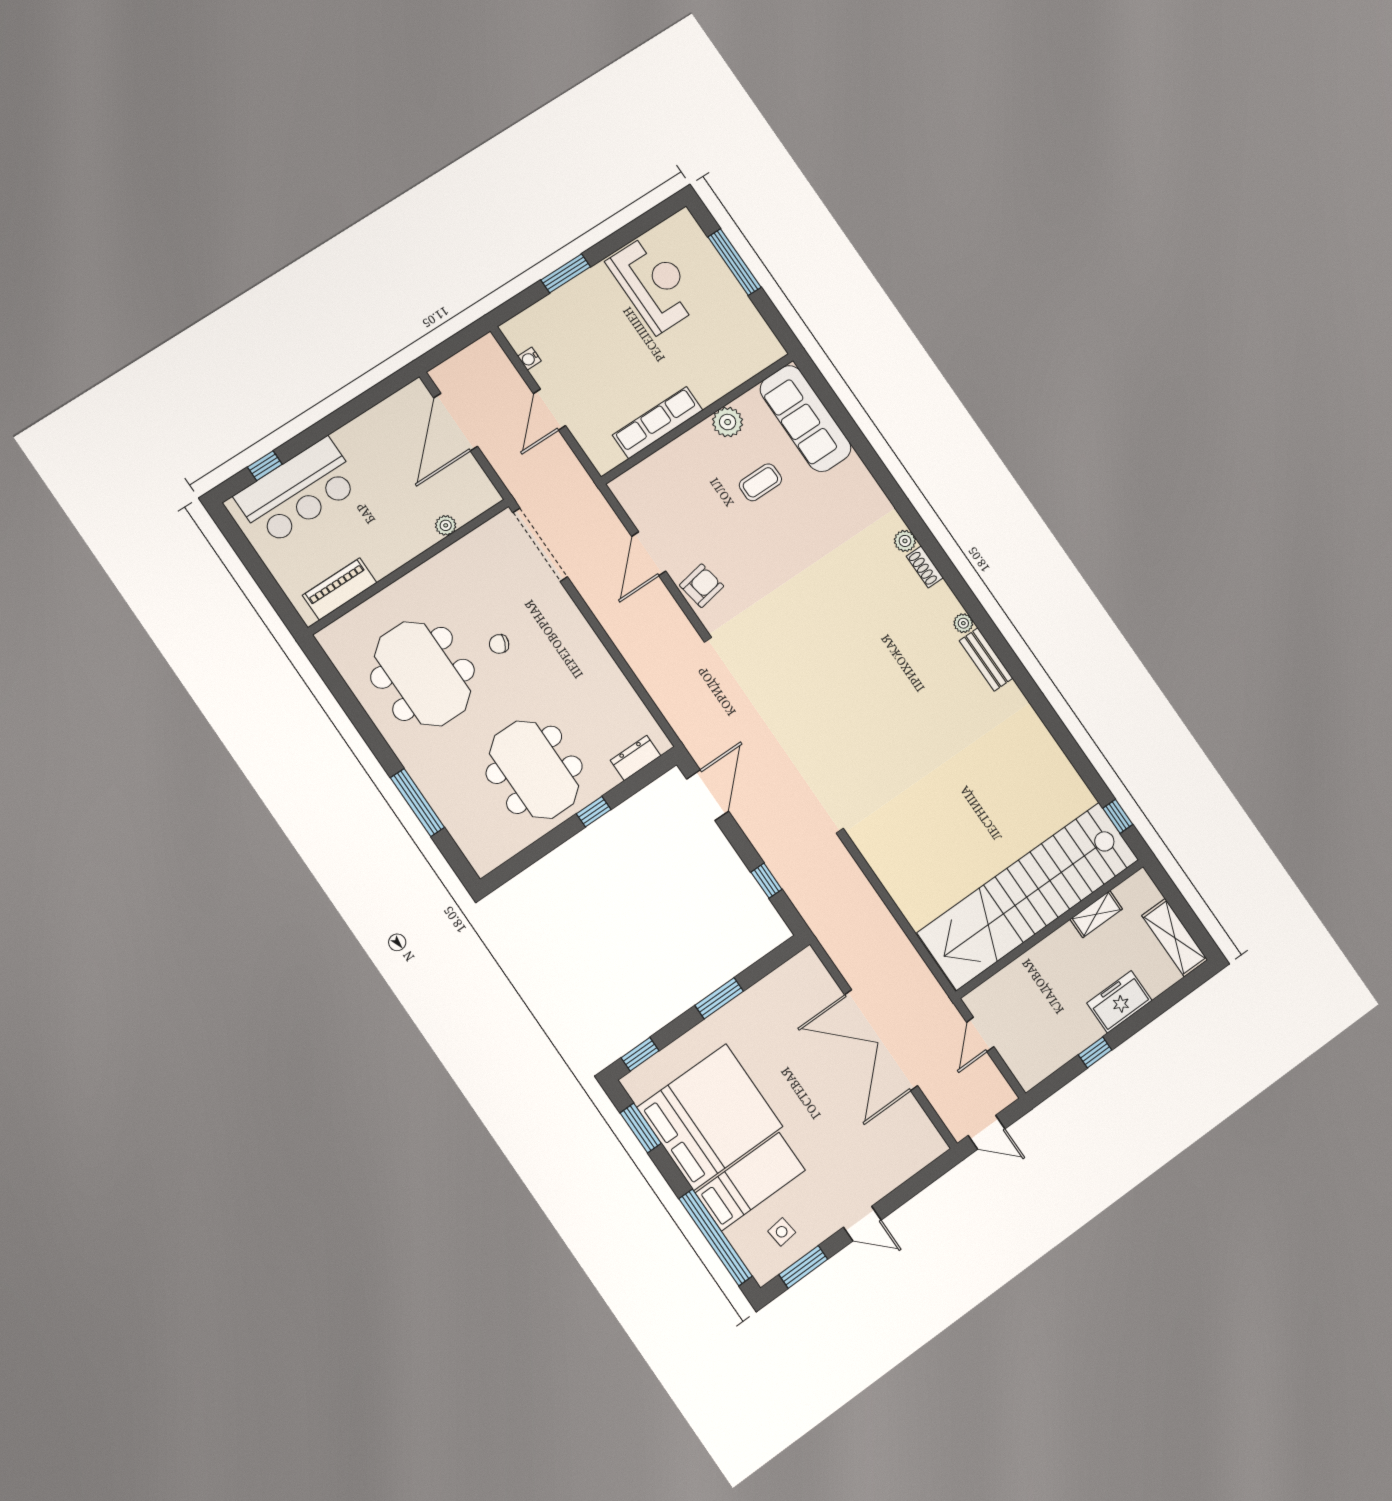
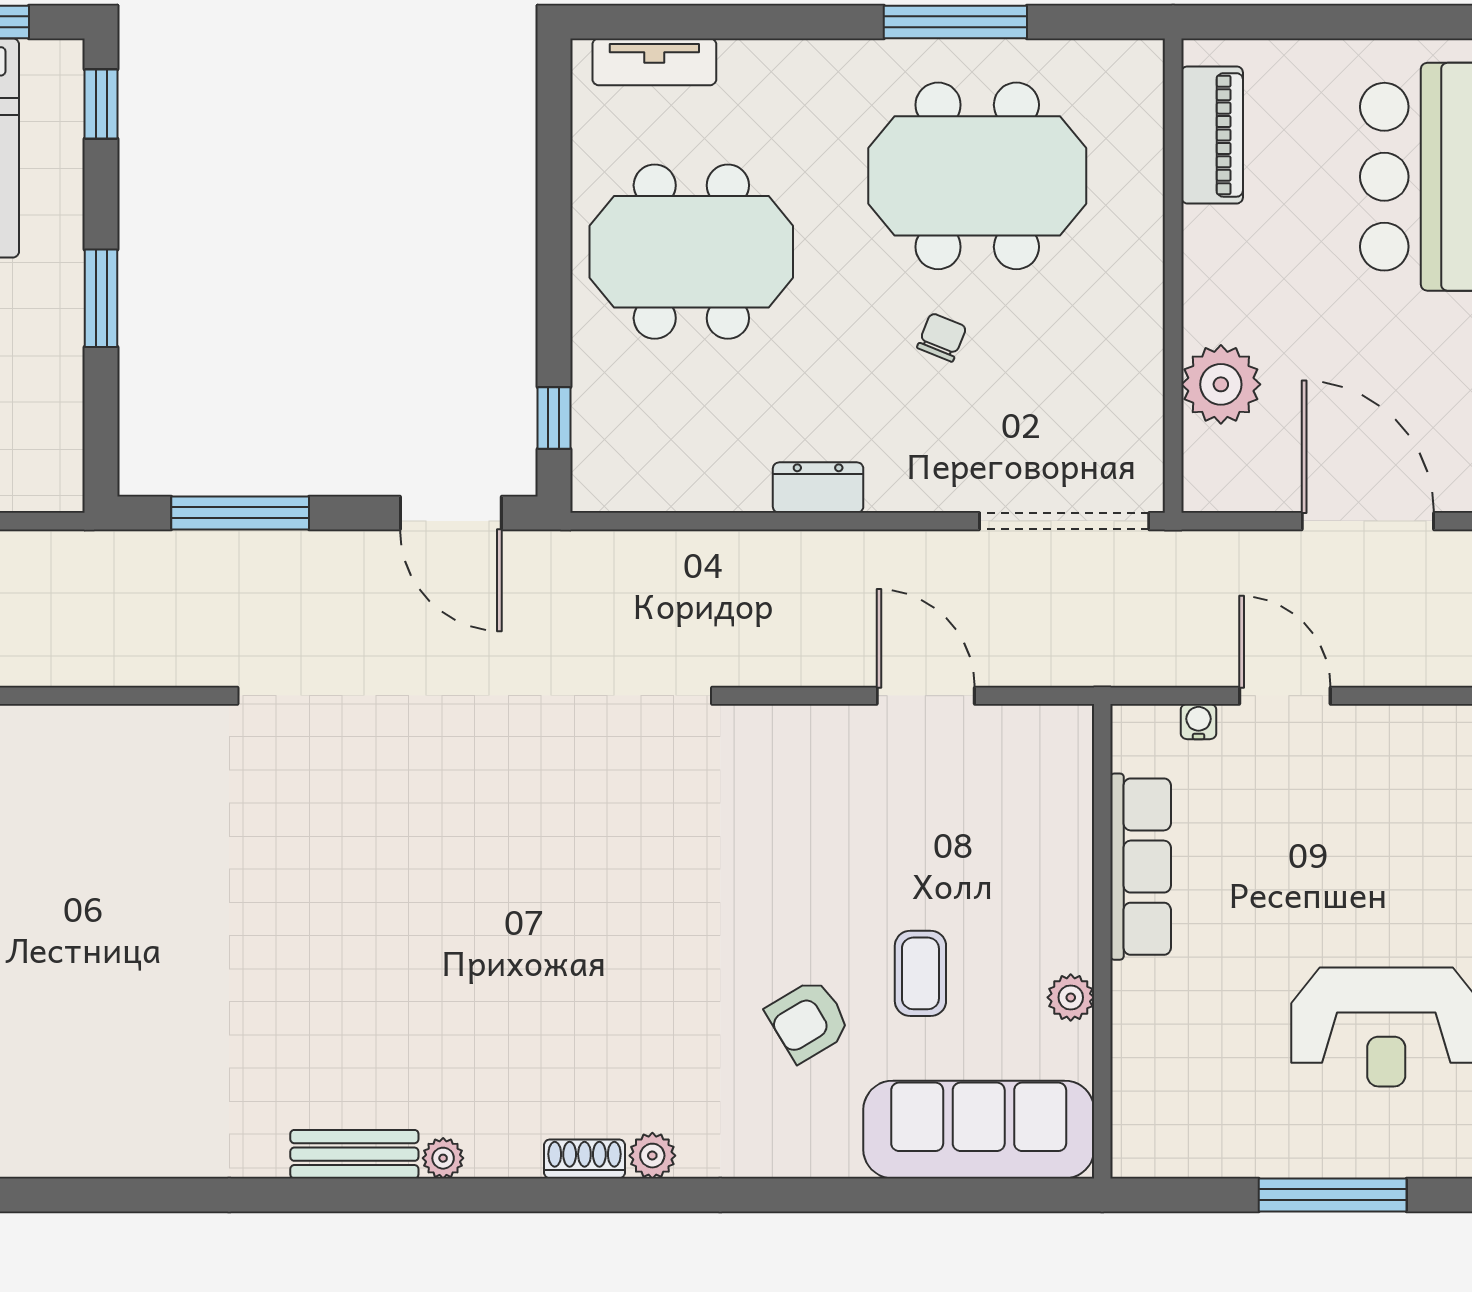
water cooler: (529, 359) -> (1199, 722), moved
plant: (728, 422) -> (1071, 997), width x0.73, depth x0.73
plant: (446, 525) -> (1221, 384), width x1.88, depth x1.88
armchair: (702, 586) -> (808, 1020), moved, turned 69
dresser: (636, 758) -> (818, 488), moved, turned -90
window: (417, 803) -> (955, 22), moved
window: (594, 812) -> (554, 418), moved
tv unit: (466, 838) -> (654, 62), added
window: (766, 881) -> (240, 513), width x2.17

